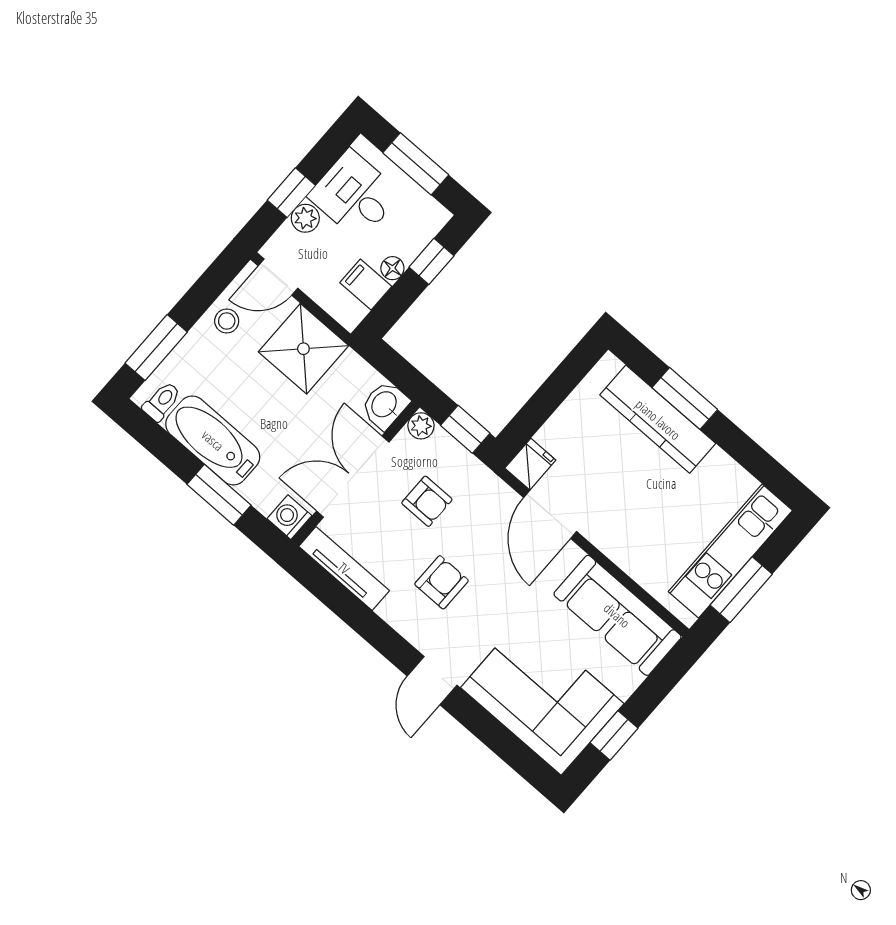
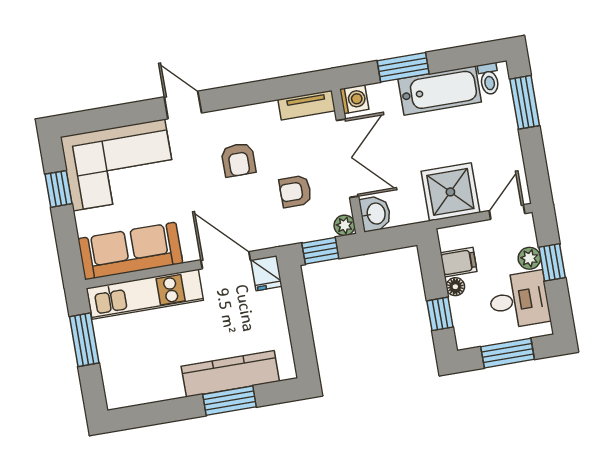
stool: (227, 321) -> (506, 159), removed
kitchen unit: (730, 551) -> (145, 294), moved, turned 90
tv unit: (344, 568) -> (307, 105), width x0.71

